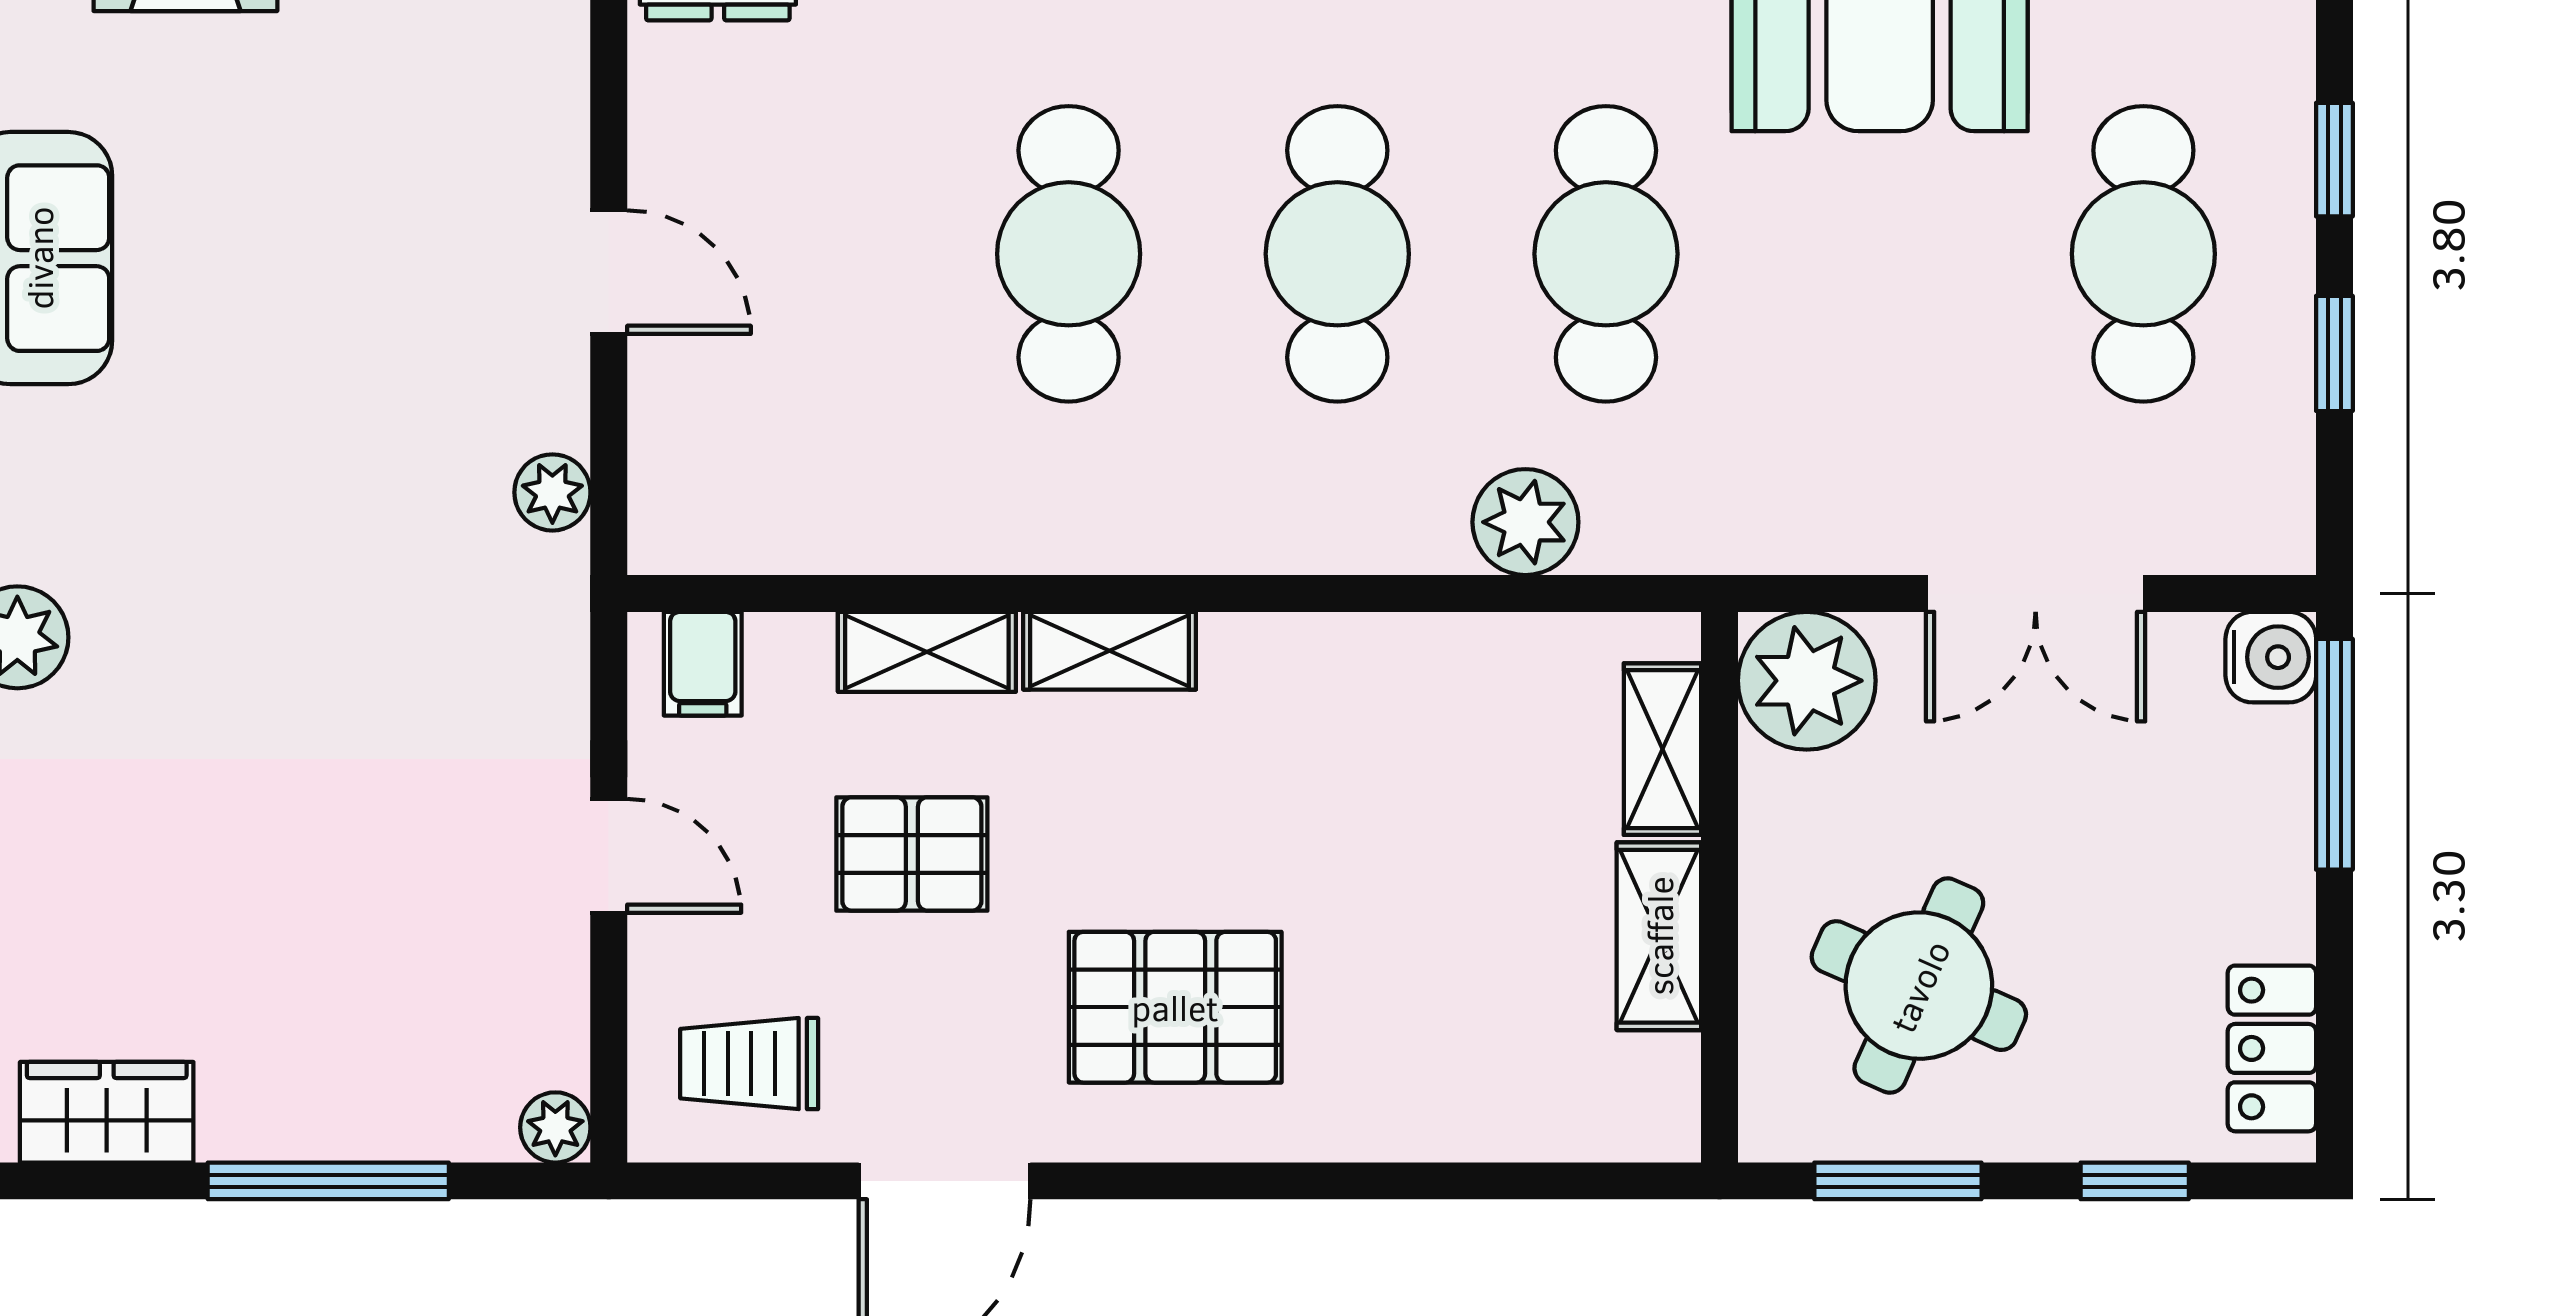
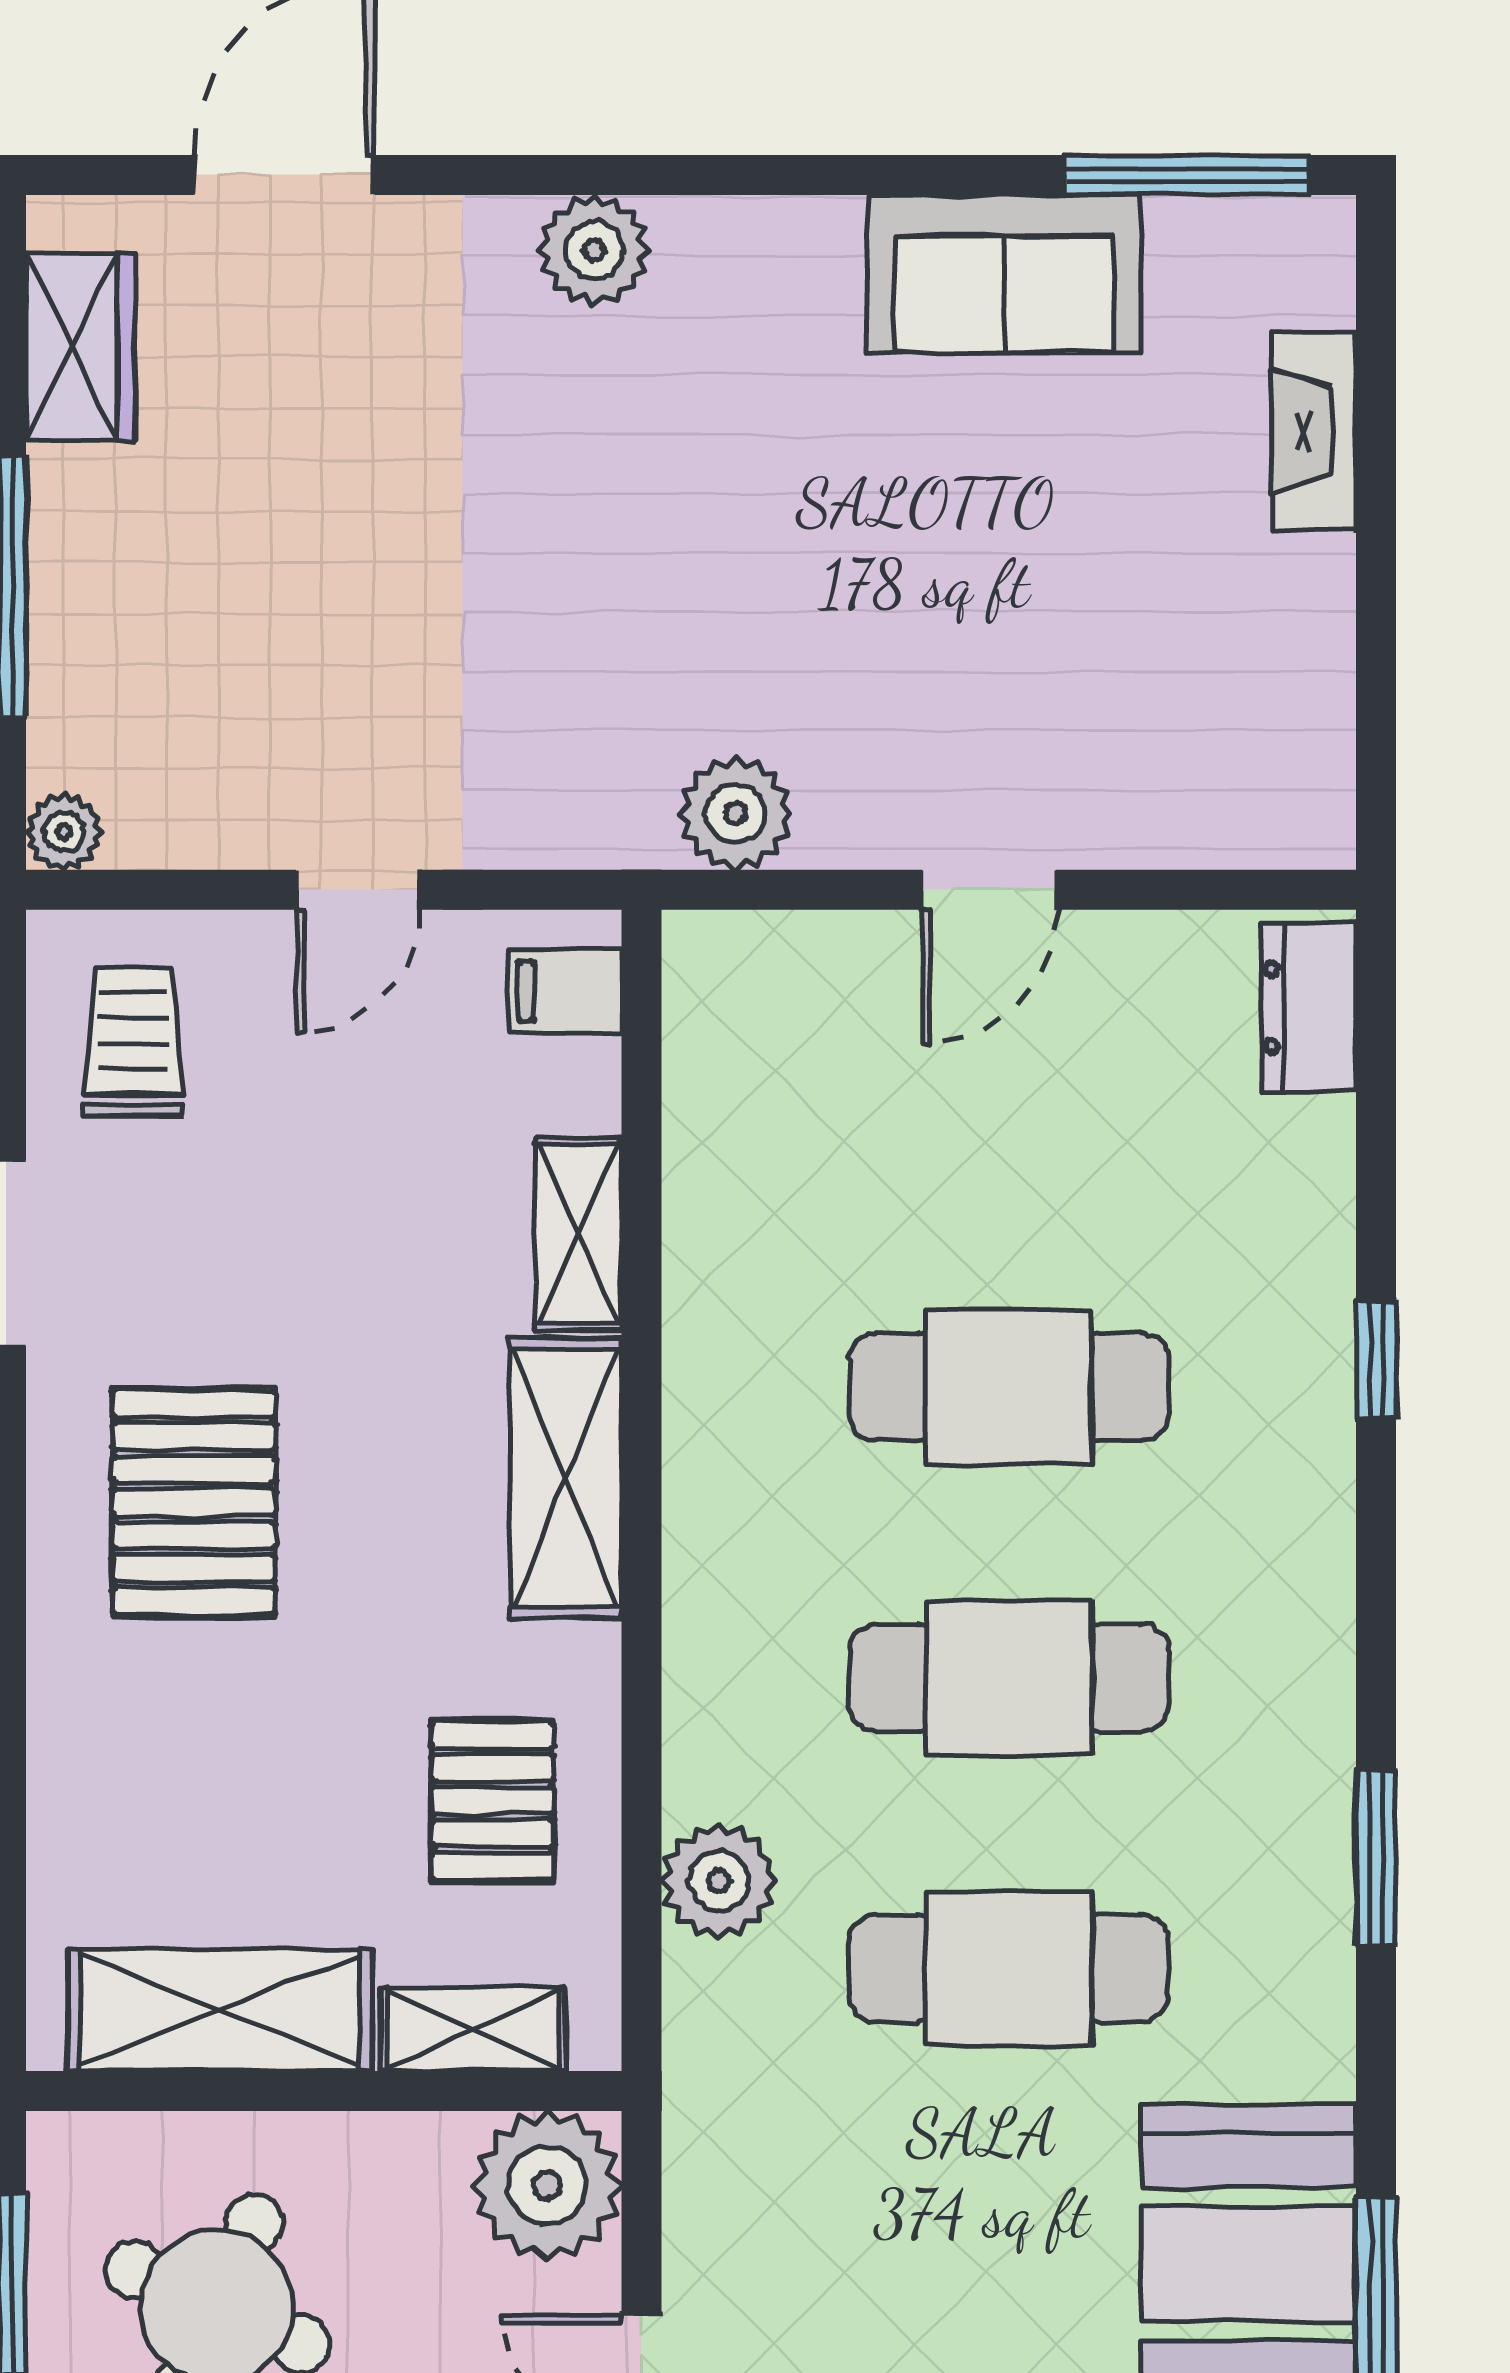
plant: (552, 492) -> (735, 813), width x1.38, depth x1.38
shelving: (1110, 651) -> (566, 1478), width x1.50, depth x1.33
pallet: (912, 854) -> (493, 1801), moved
shelving: (1659, 936) -> (220, 2010), width x1.50, depth x1.33

